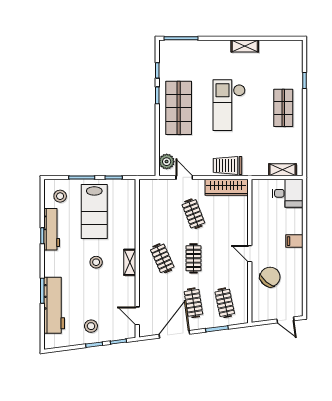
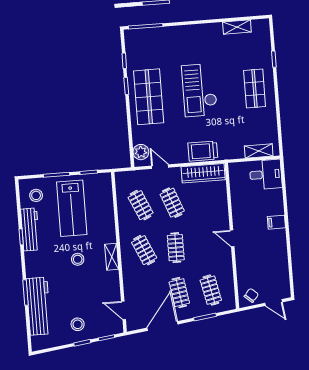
shelving: (245, 46) -> (237, 27), moved
clothes rail: (162, 214) -> (141, 205), added
chair: (270, 277) -> (251, 295), moved, width x0.54, depth x0.54

